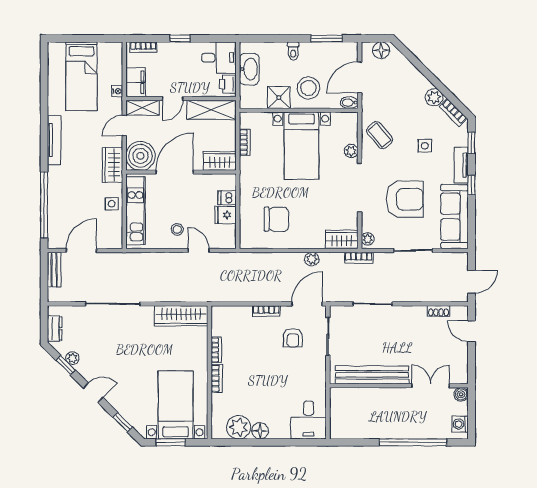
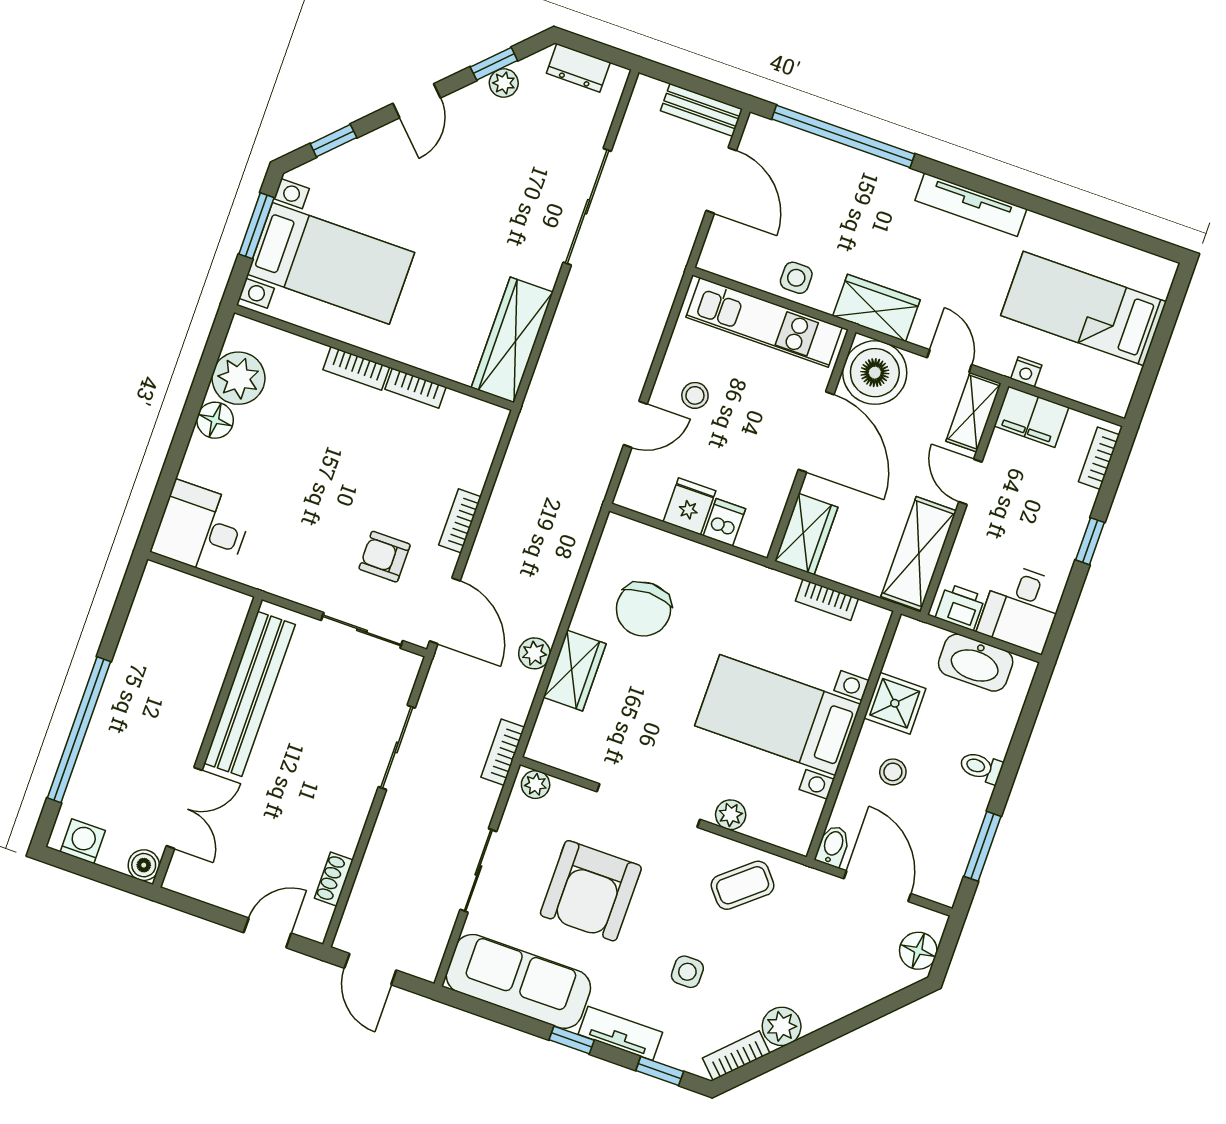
stool: (308, 88) -> (893, 772), width x0.53, depth x0.53
wardrobe: (342, 239) -> (575, 670), moved

